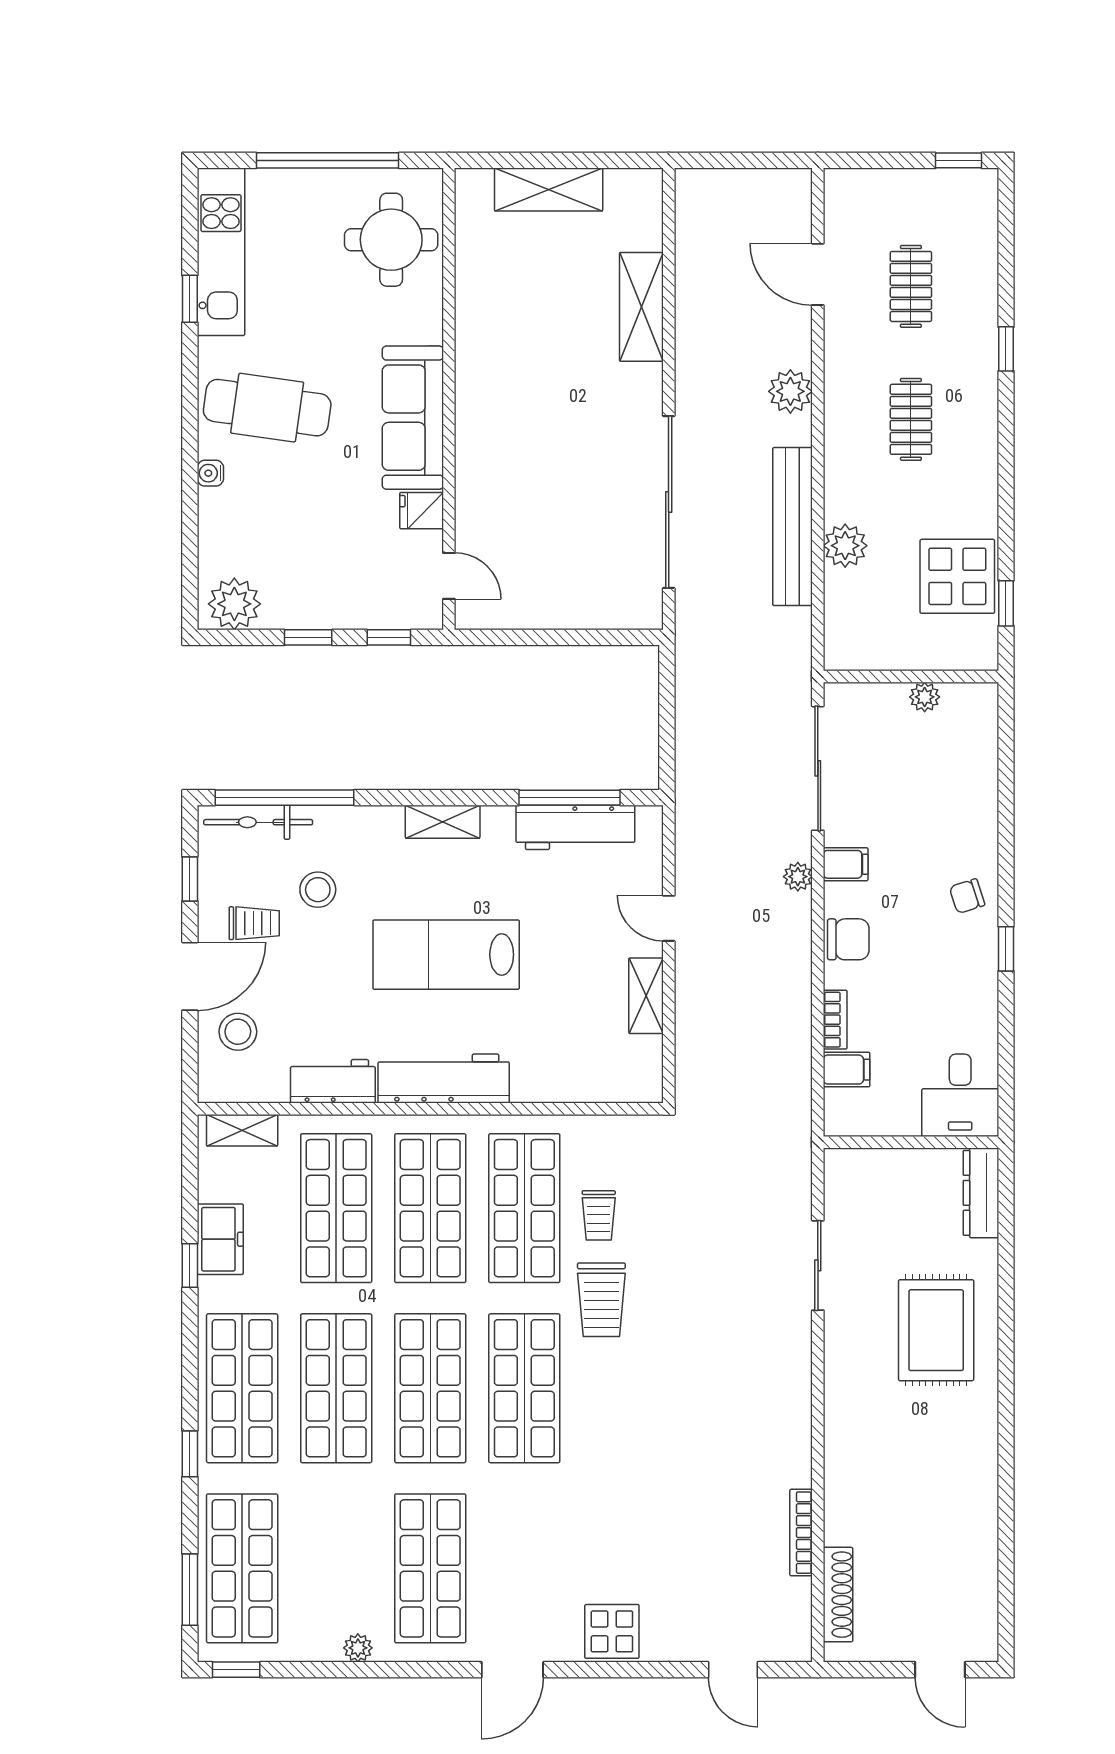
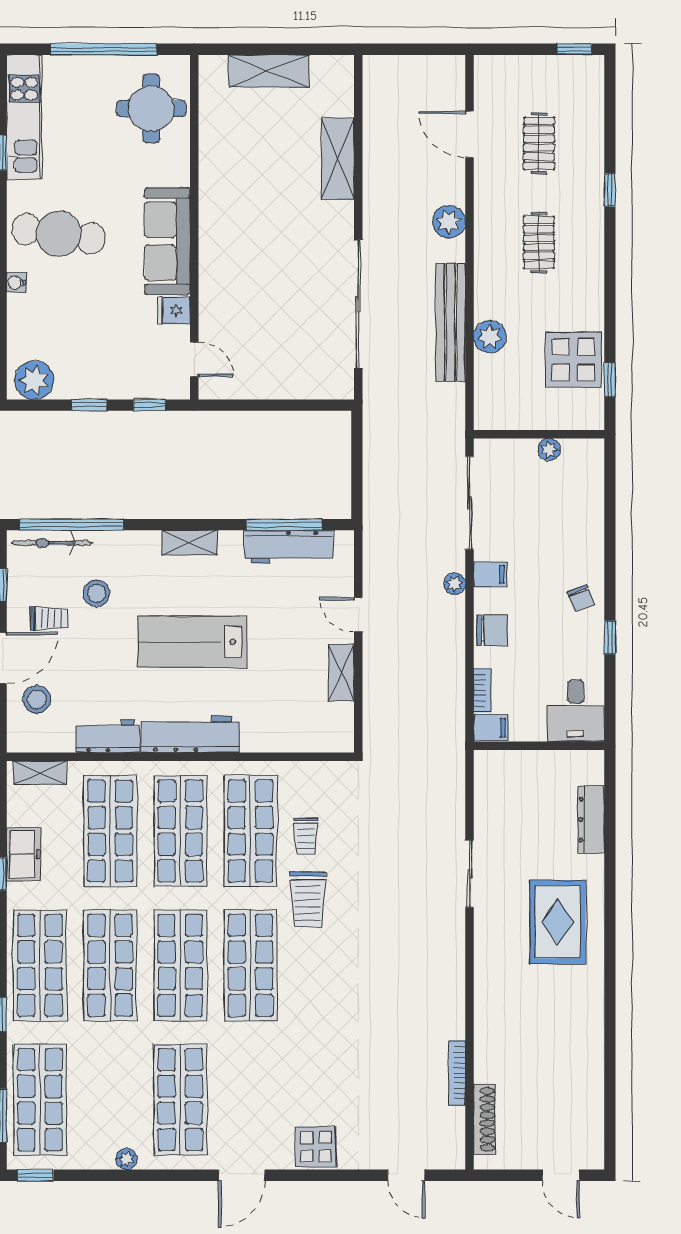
chair: (967, 896) -> (581, 598), turned -92
desk: (960, 1095) -> (576, 711), moved
wall: (911, 1142) -> (539, 746), moved

